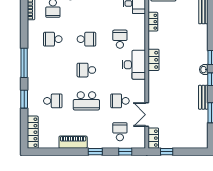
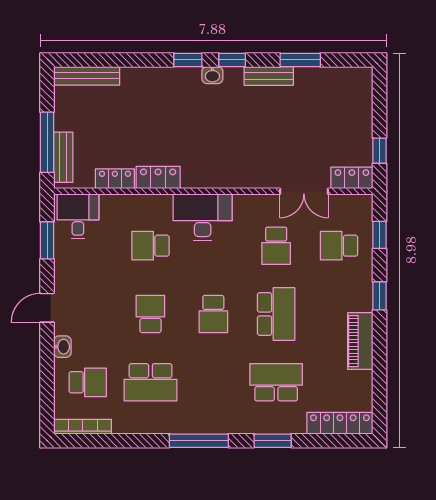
school desk: (53, 39) -> (150, 382), width x1.85
locker: (153, 60) -> (158, 177), moved
school desk: (53, 101) -> (276, 382), width x1.85

